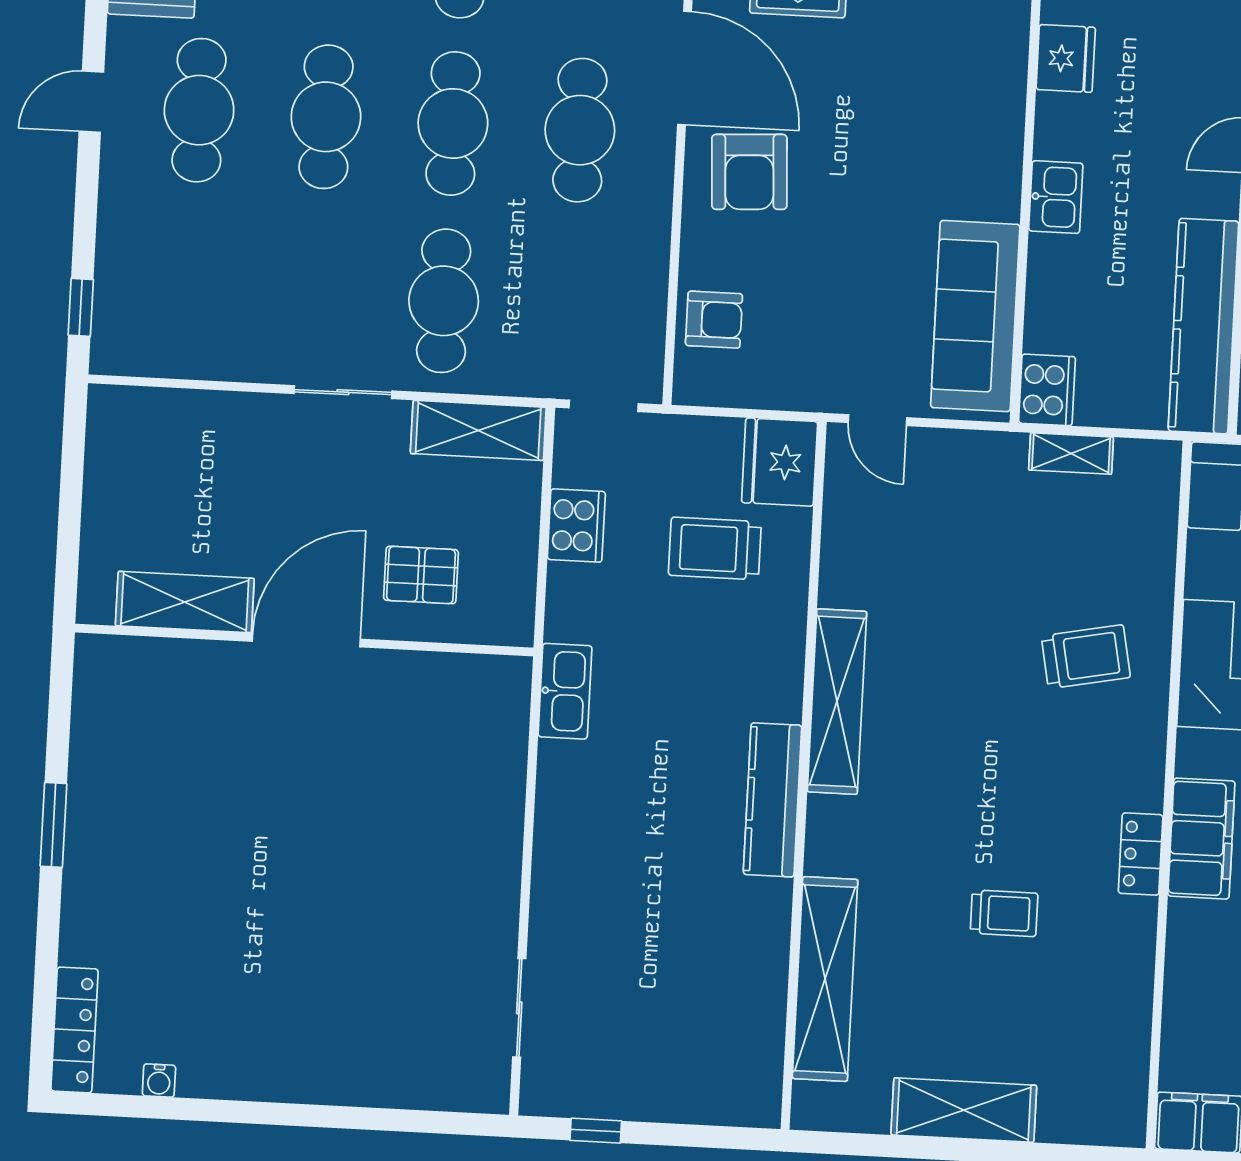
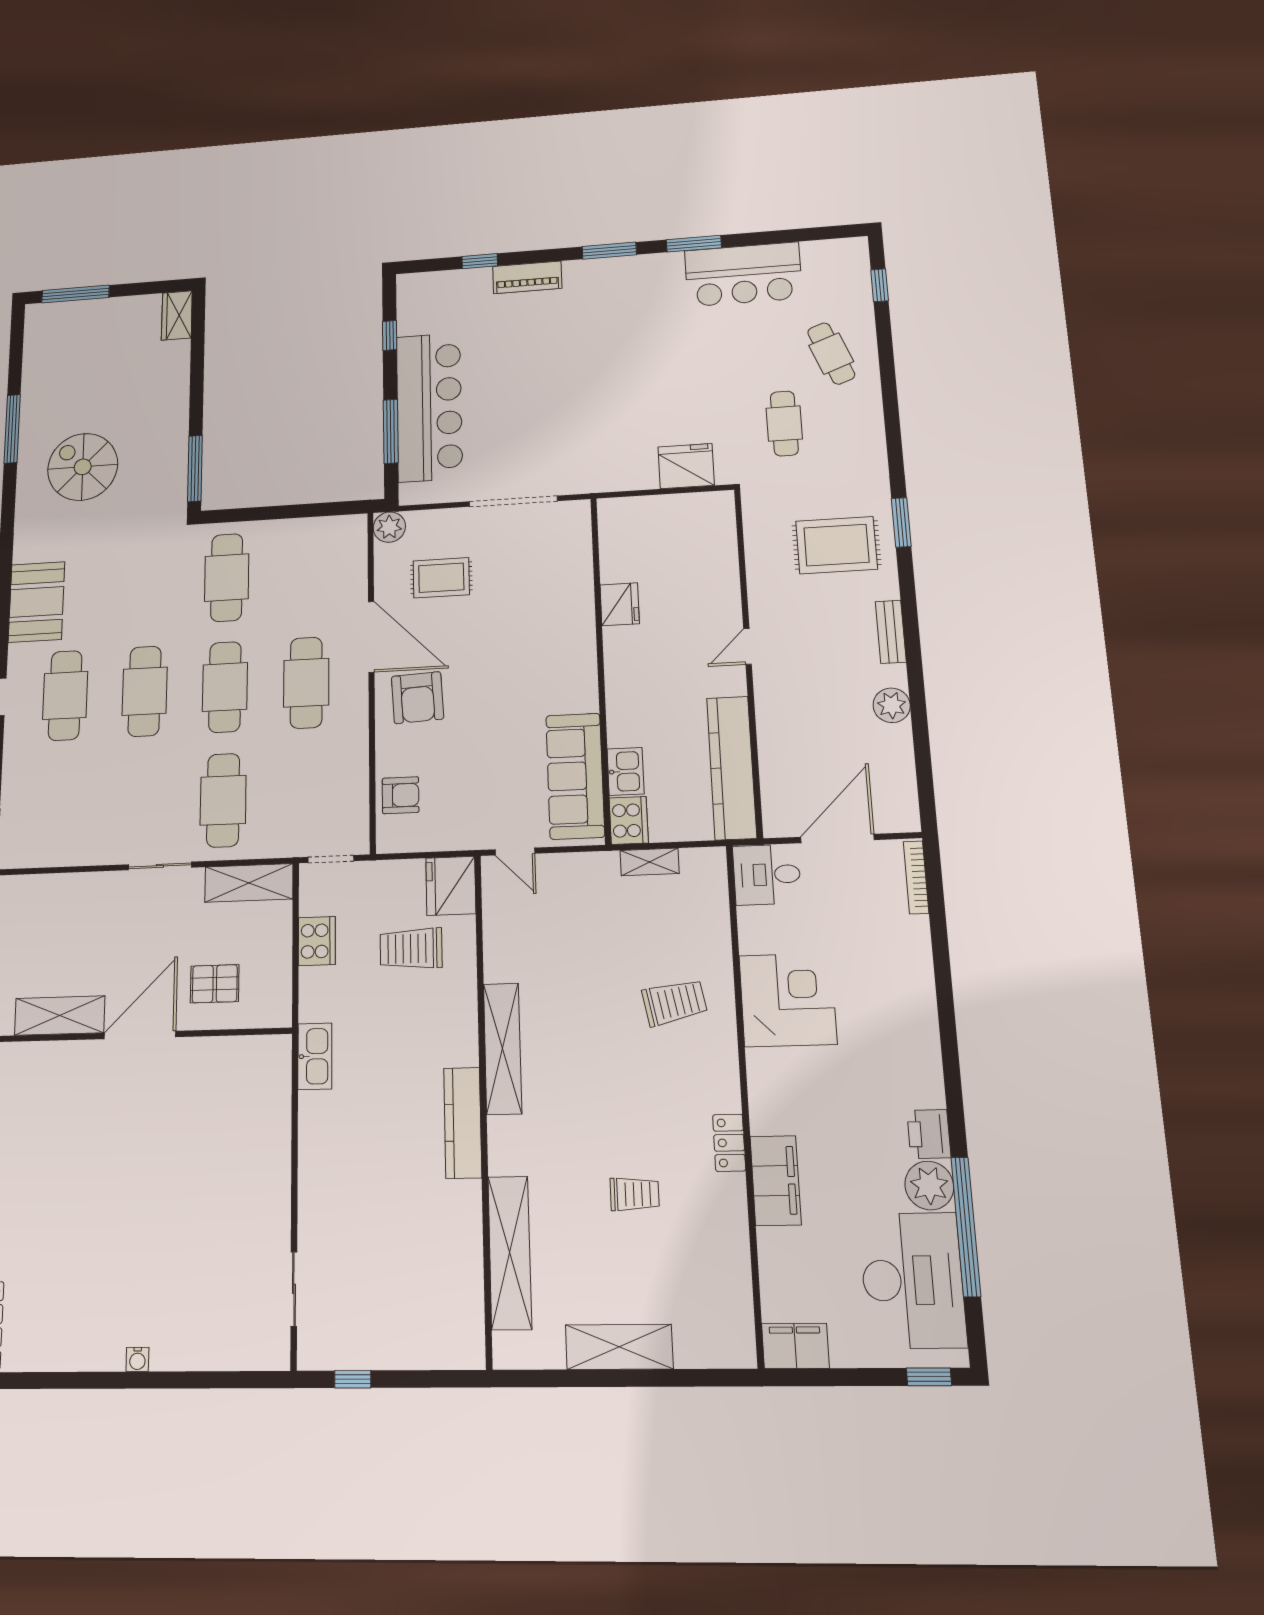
kitchen sink: (1056, 197) -> (626, 771), moved
filing cabinet: (1201, 839) -> (776, 1180), moved
water cooler: (159, 1081) -> (137, 1359), moved

